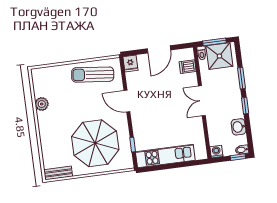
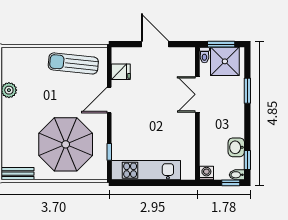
door: (159, 49) -> (155, 44), swing flipped
fridge: (130, 64) -> (121, 72), moved, turned -90
dishwasher: (188, 67) -> (186, 69), removed
door: (127, 101) -> (109, 100), hinge flipped
double door: (202, 101) -> (197, 94), moved
window: (245, 106) -> (247, 160), moved

